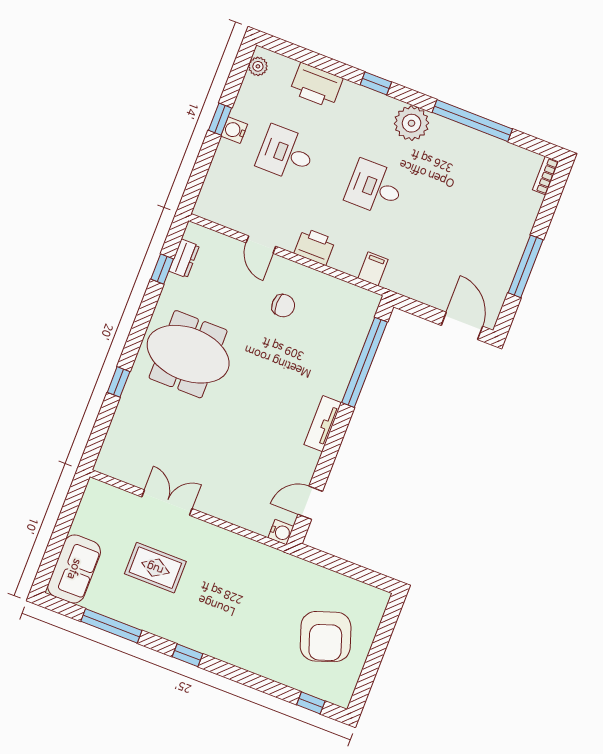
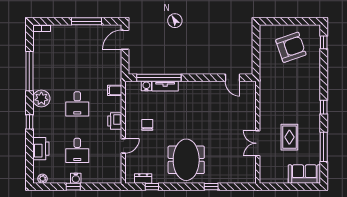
tv unit: (323, 424) -> (165, 86), moved
water cooler: (281, 532) -> (146, 86), moved

